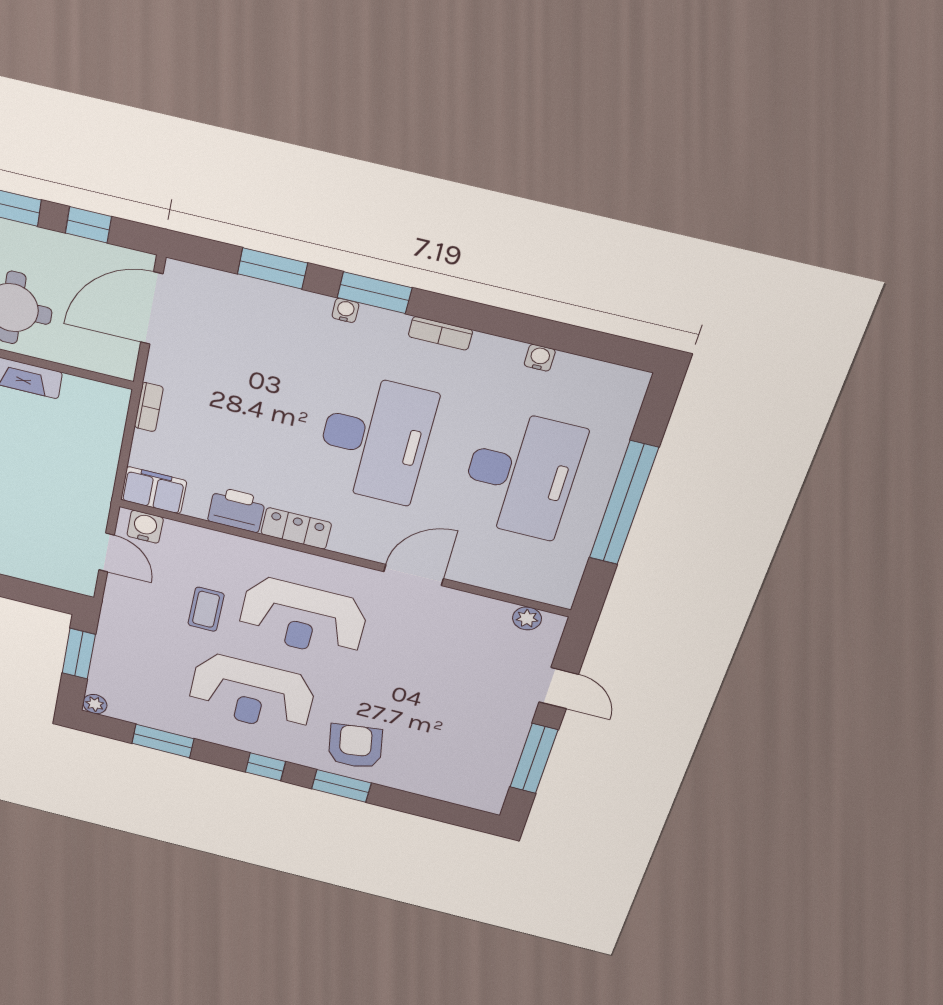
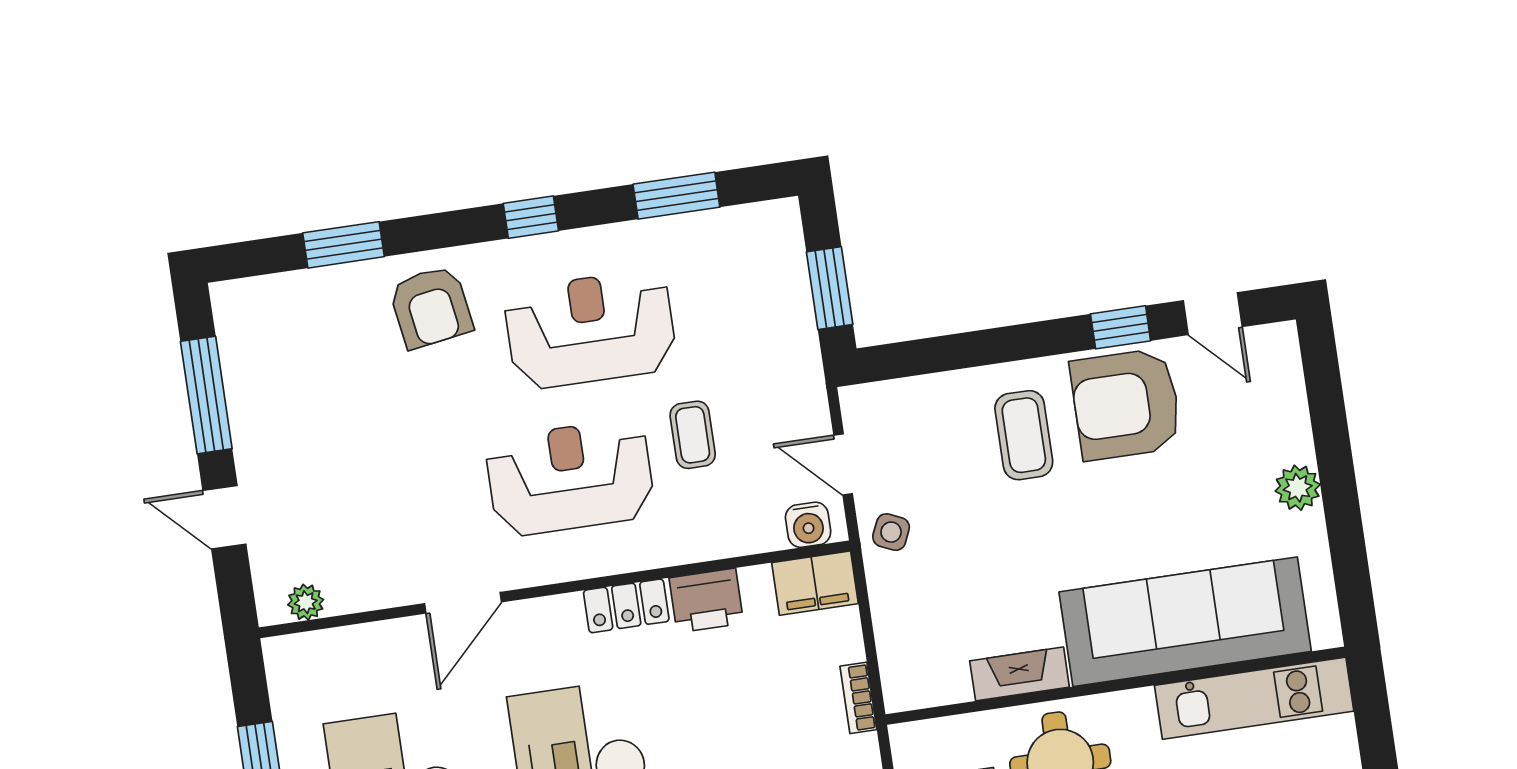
side table: (87, 500) -> (891, 532), added
plant: (95, 704) -> (784, 215), removed
window: (341, 786) -> (343, 245), moved

